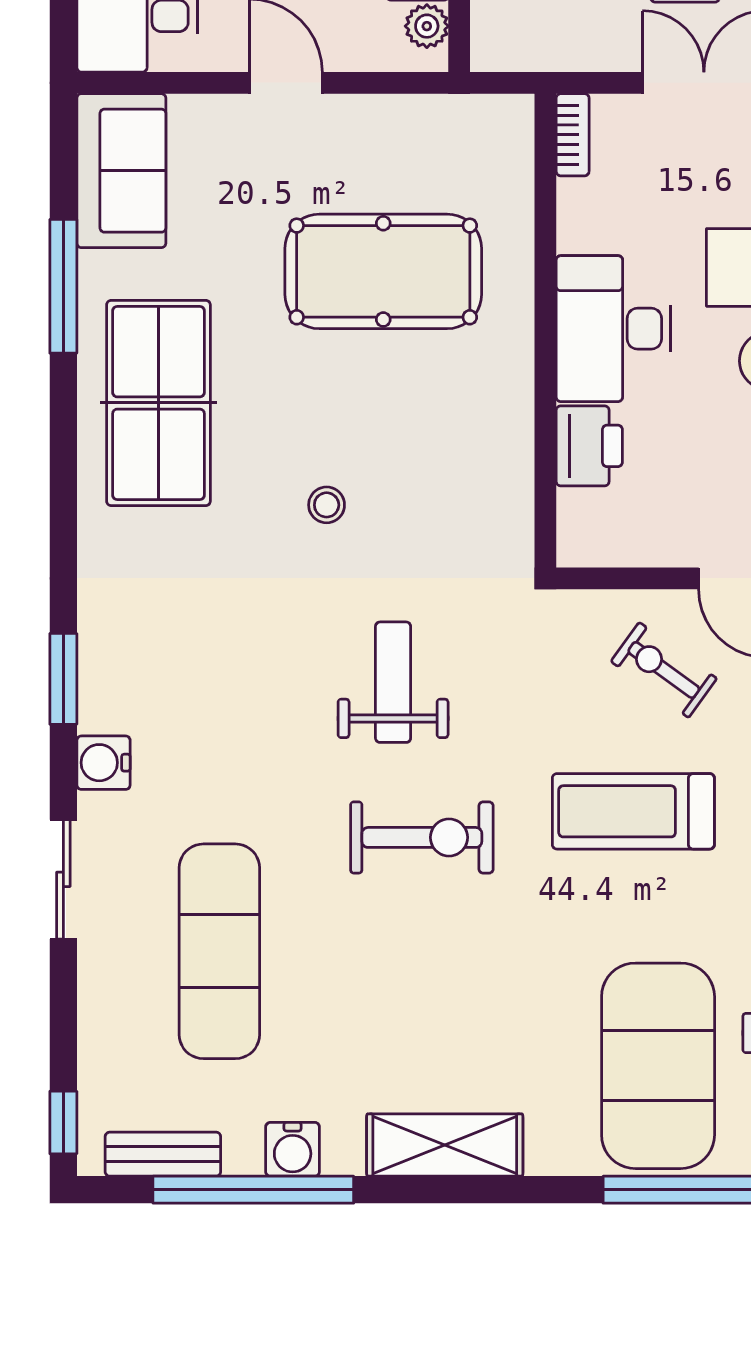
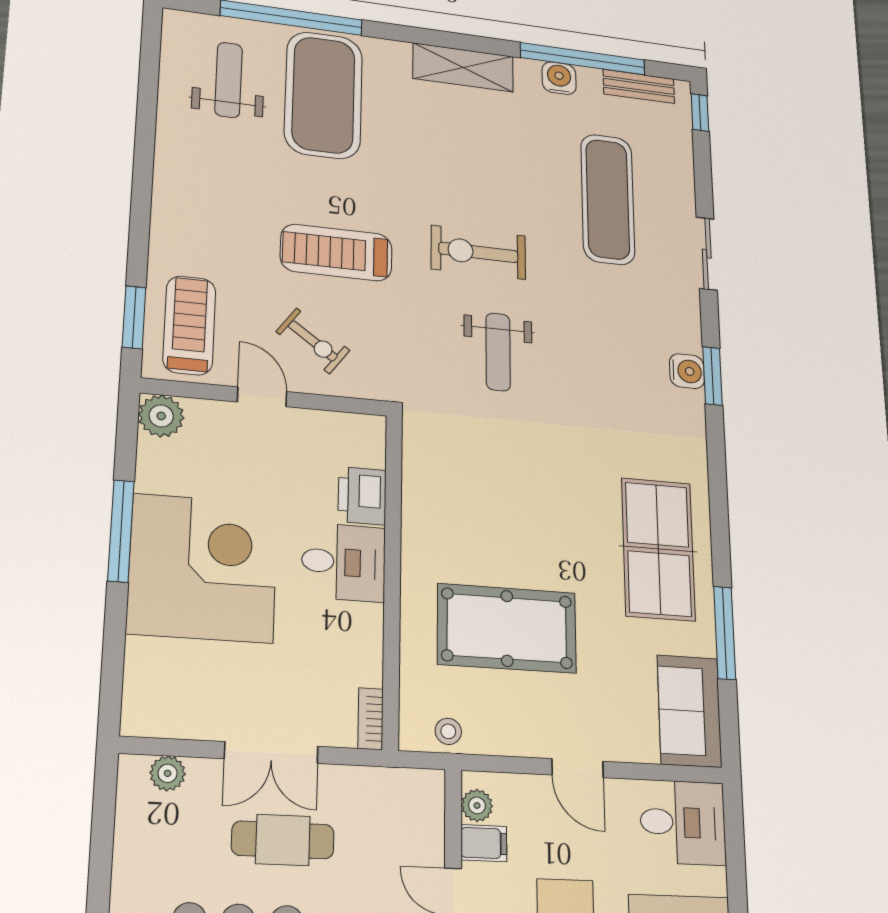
desk: (613, 329) -> (343, 562), width x0.73
stool: (327, 505) -> (448, 731), moved
water cooler: (104, 763) -> (687, 371), moved
treadmill: (633, 811) -> (336, 253), turned 180

